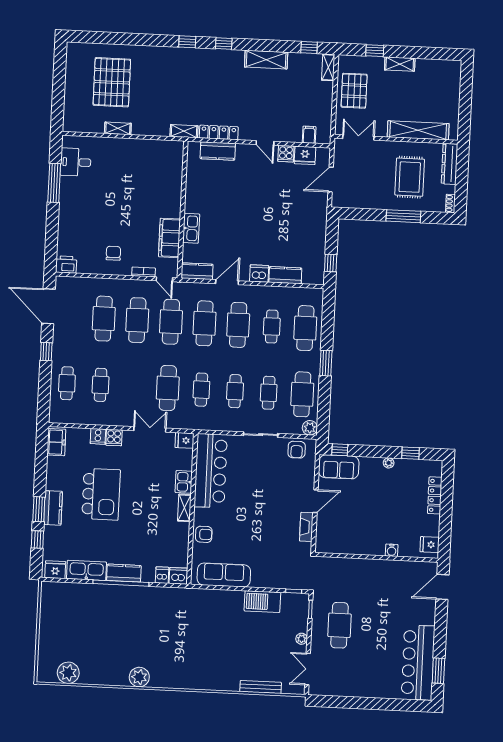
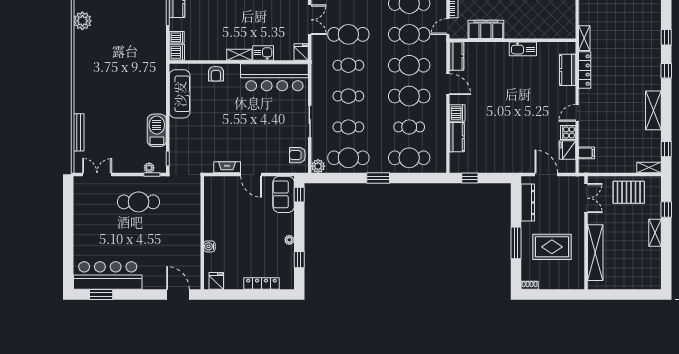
dresser: (449, 164) -> (528, 202), moved, turned 90
kitchen sink: (191, 228) -> (523, 49), moved
plant: (302, 639) -> (149, 168), moved

